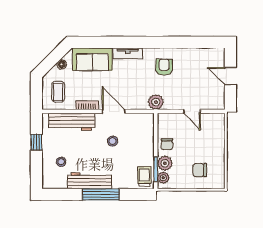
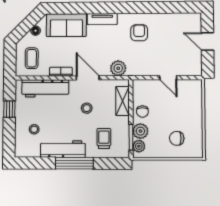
plant: (156, 102) -> (118, 68), moved
shelving: (148, 134) -> (122, 101), added
trolley: (144, 176) -> (104, 139), moved

